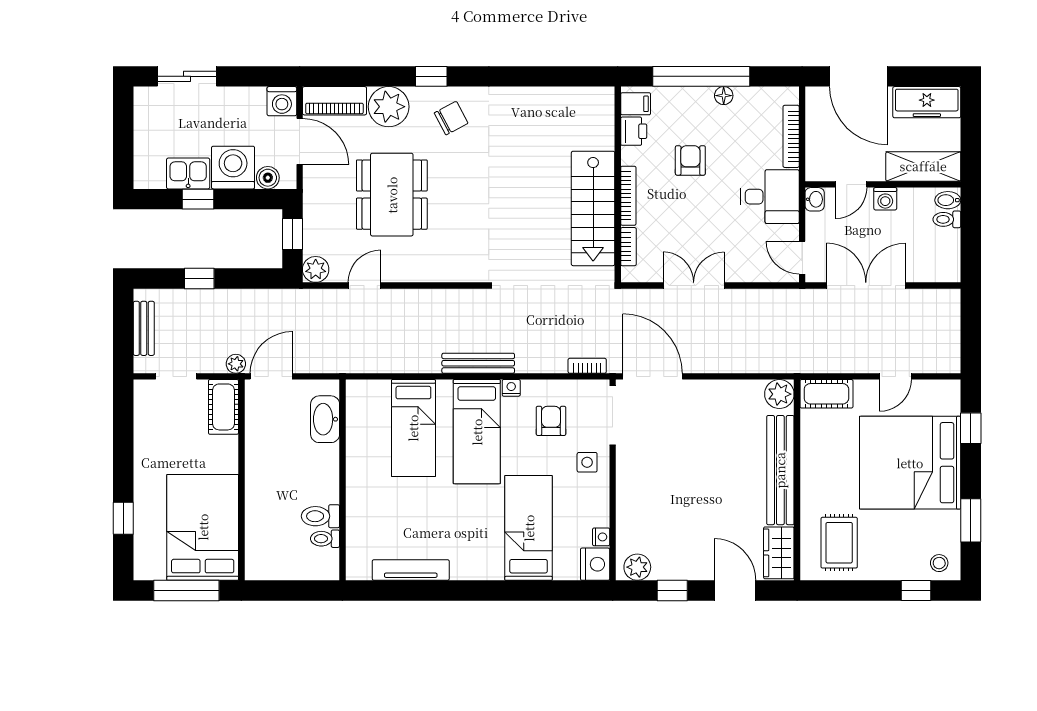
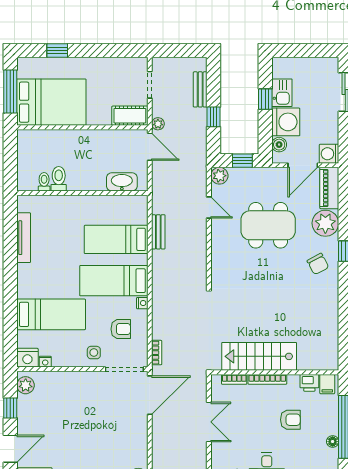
window: (199, 278) -> (214, 117), moved
bench: (144, 328) -> (200, 89), moved, turned 90
bench: (478, 363) -> (158, 232), moved, width x0.73

